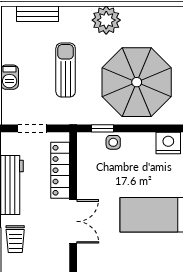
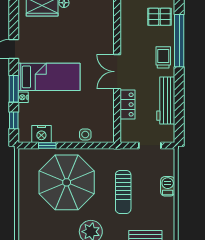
window: (102, 128) -> (47, 146), moved
locker: (60, 170) -> (127, 105), width x0.66

